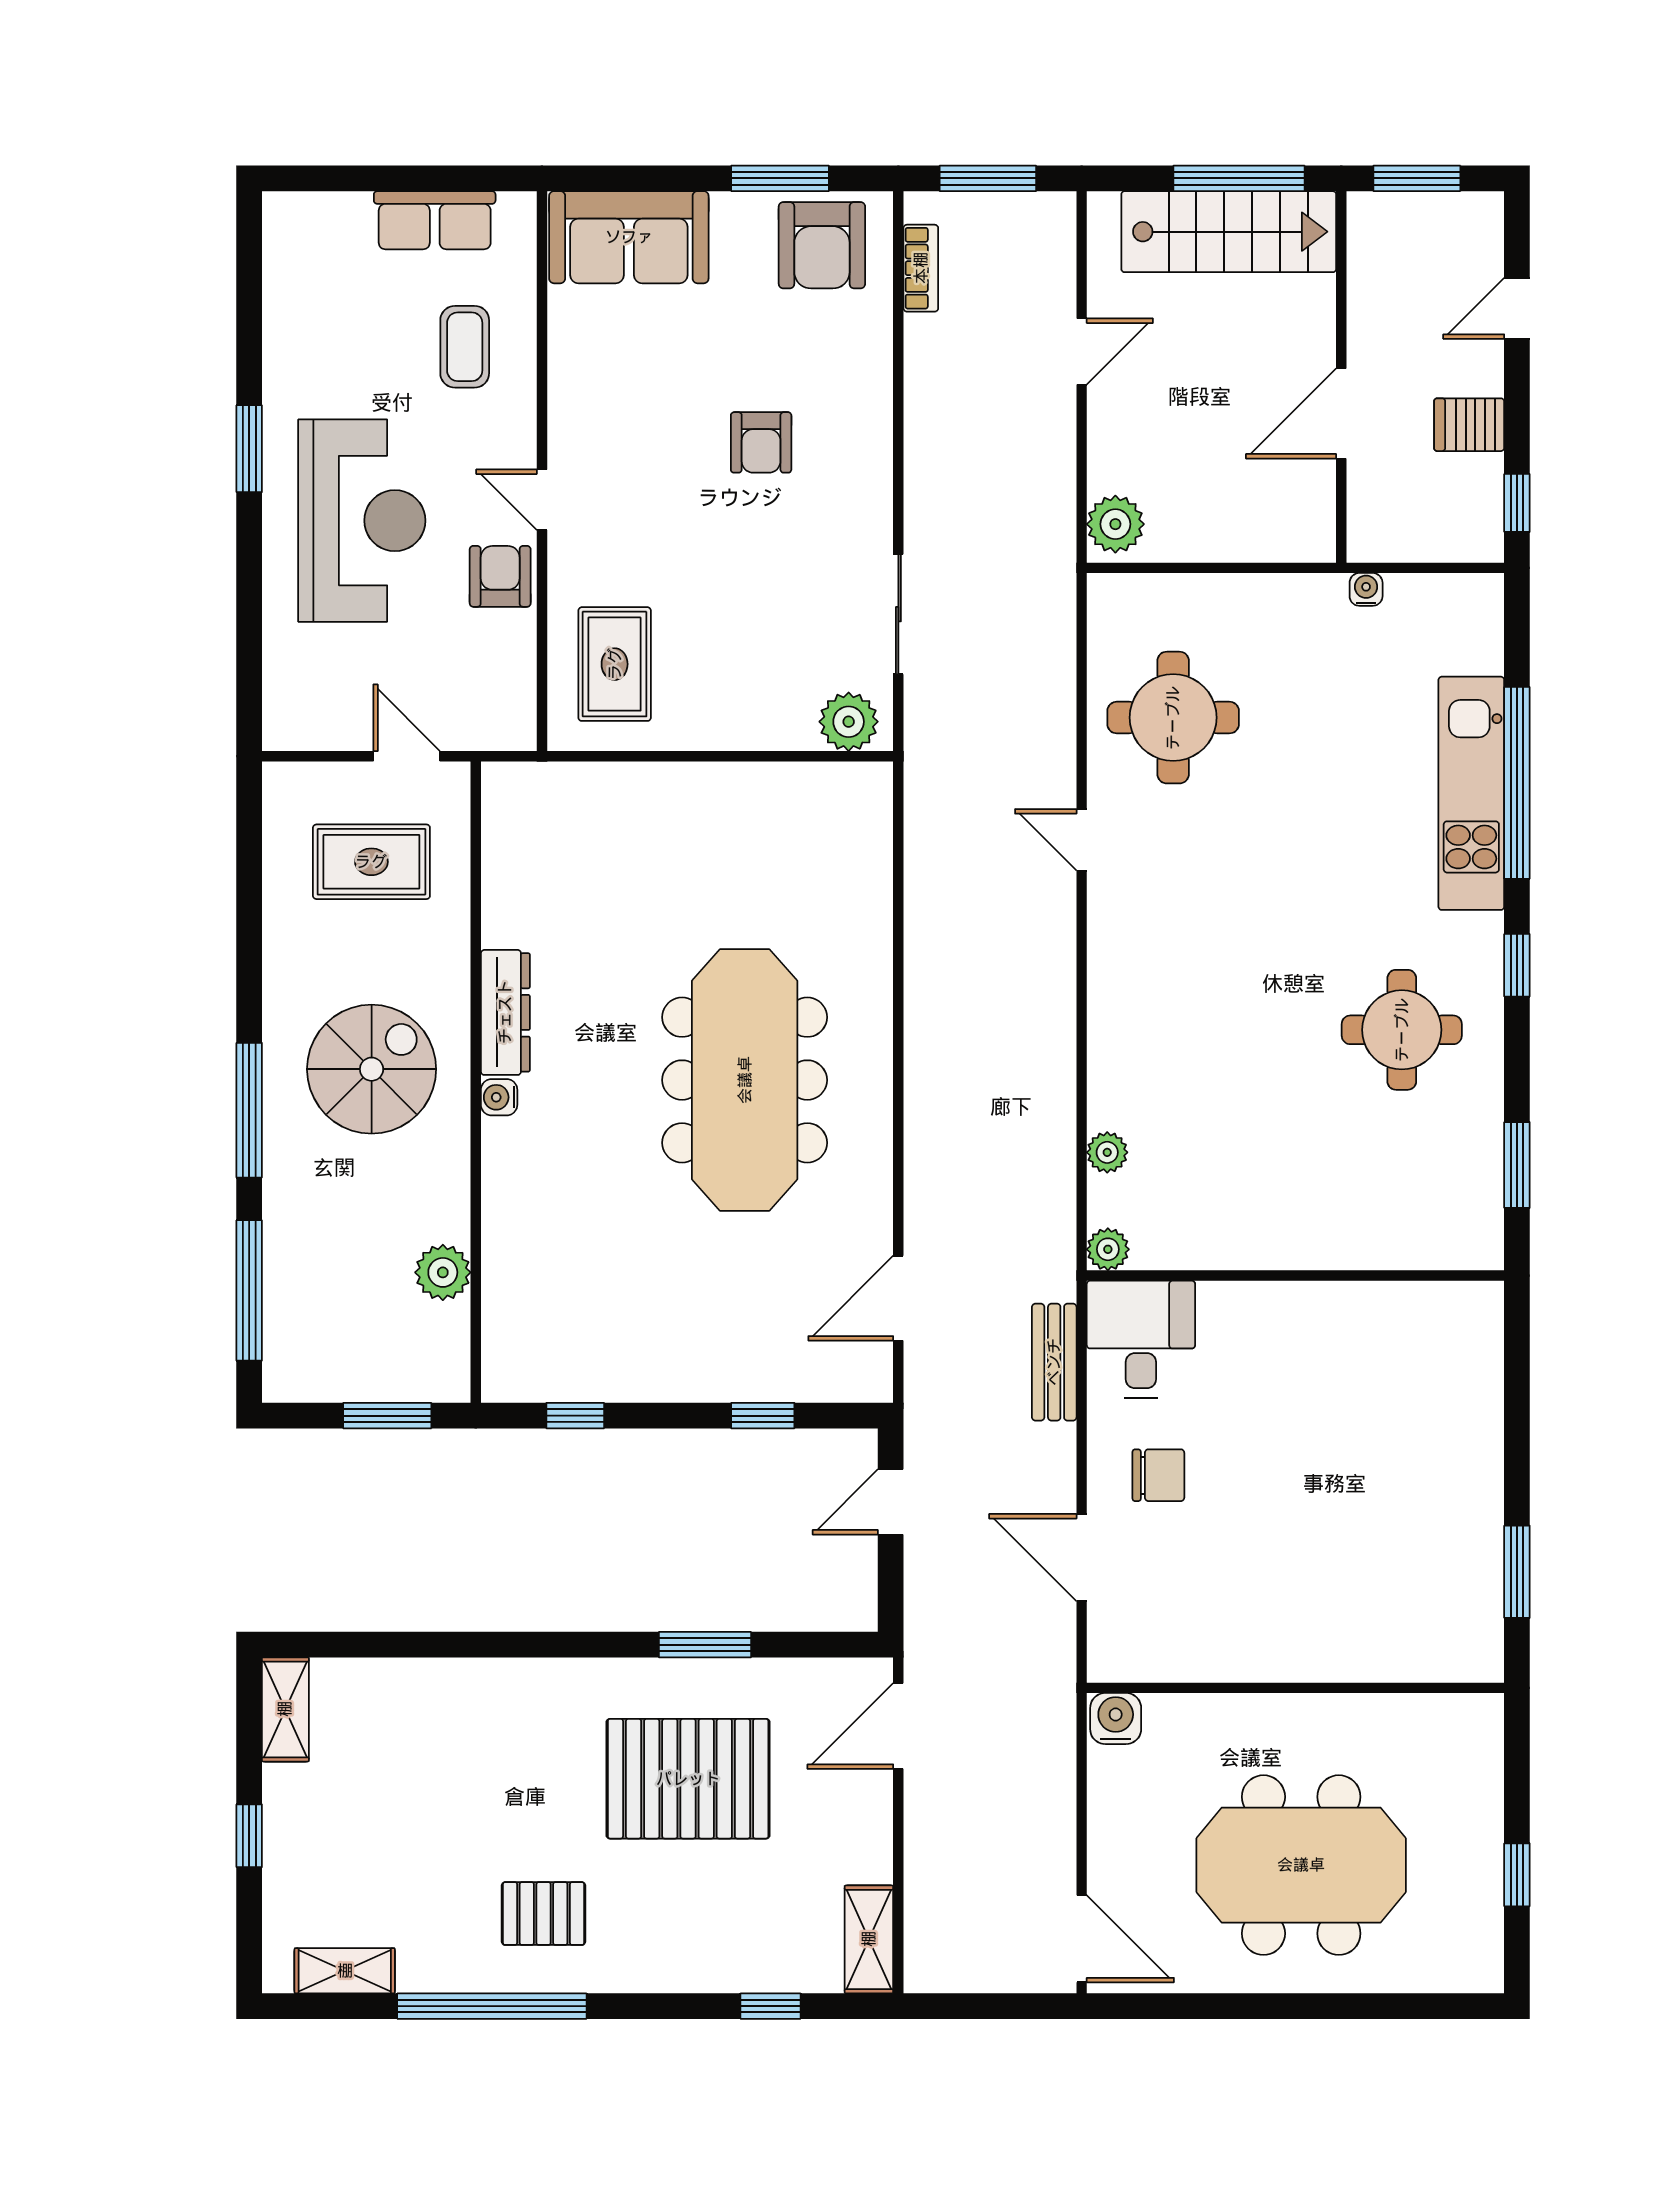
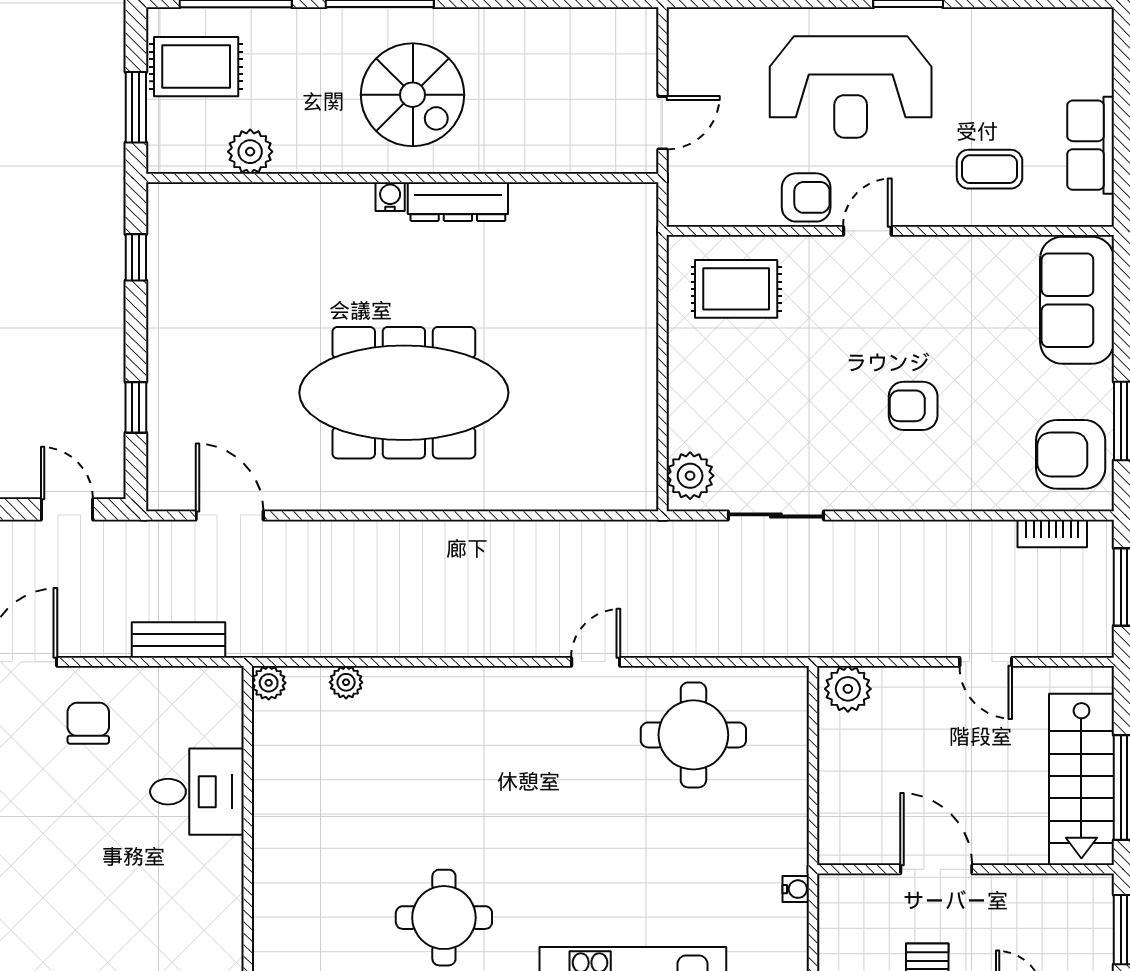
rug: (371, 862) -> (196, 67), moved, turned 90
desk: (1141, 1339) -> (197, 792), moved
chair: (1158, 1475) -> (88, 723), turned 180

